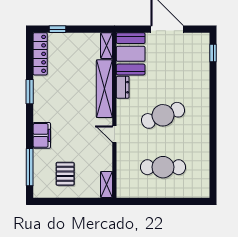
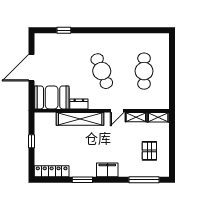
window: (57, 29) -> (32, 141), moved
shelving: (106, 46) -> (136, 117), moved
window: (213, 53) -> (64, 30), moved
filing cabinet: (42, 135) -> (107, 170), moved
pallet: (65, 174) -> (149, 151), turned 90

